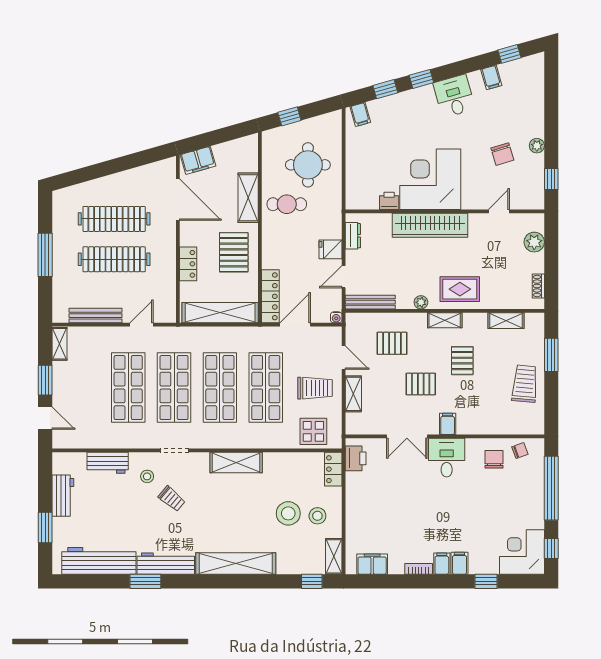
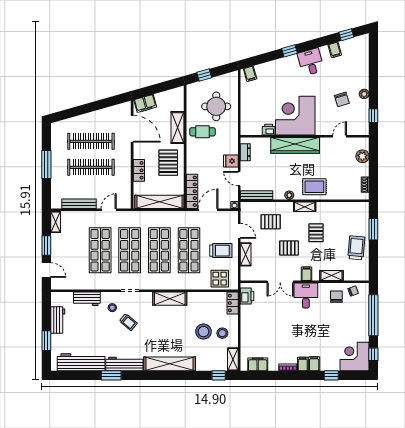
window: (385, 89) -> (266, 57), removed
door: (344, 277) -> (239, 179), hinge flipped
shelving: (506, 321) -> (332, 276), moved

